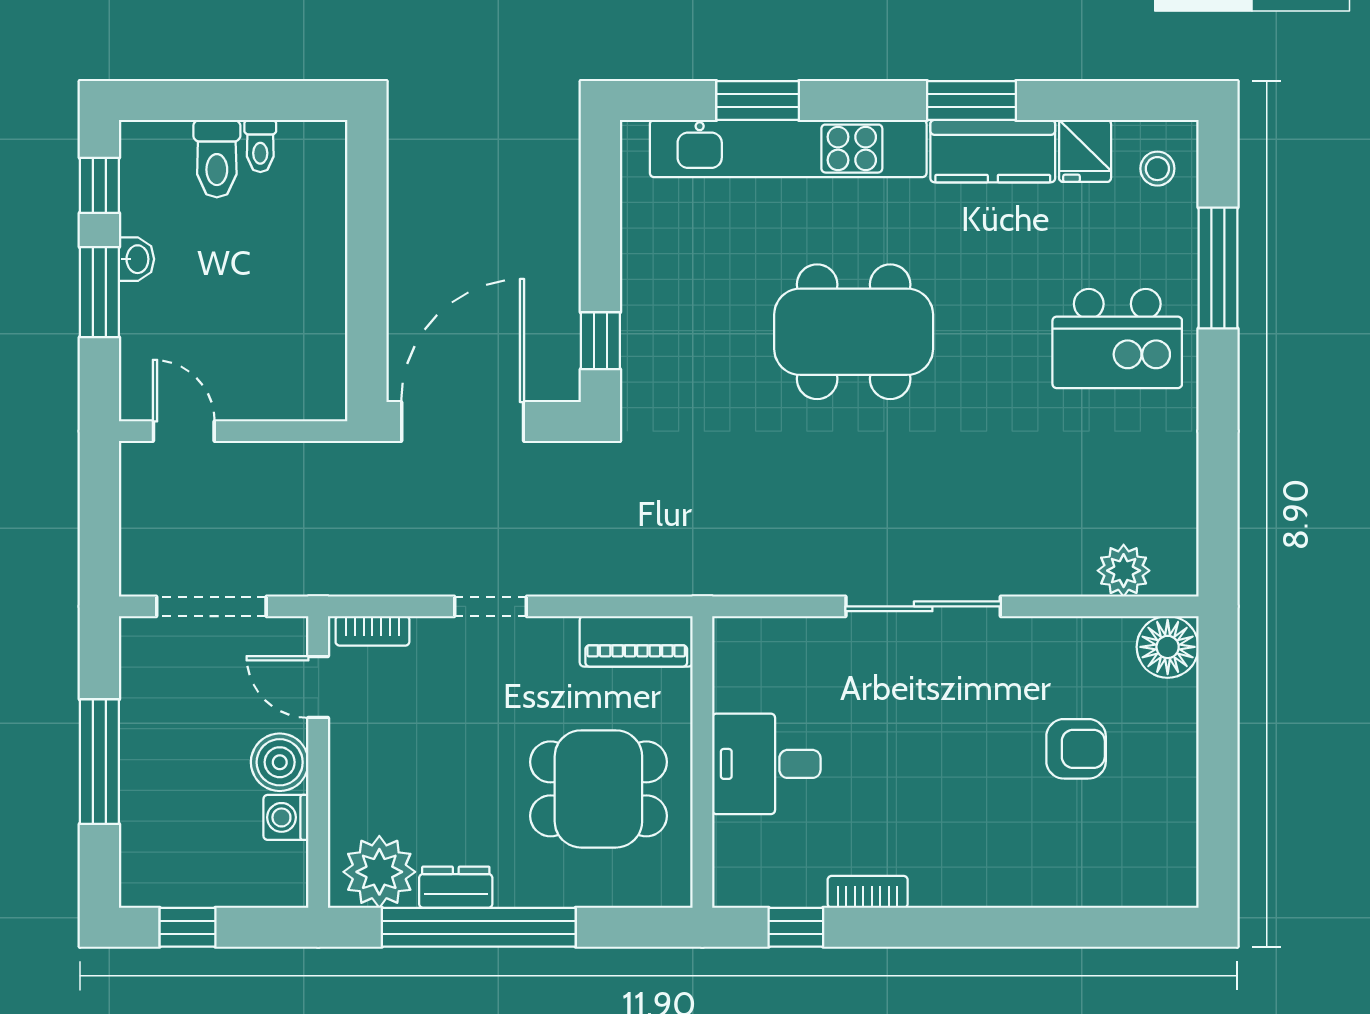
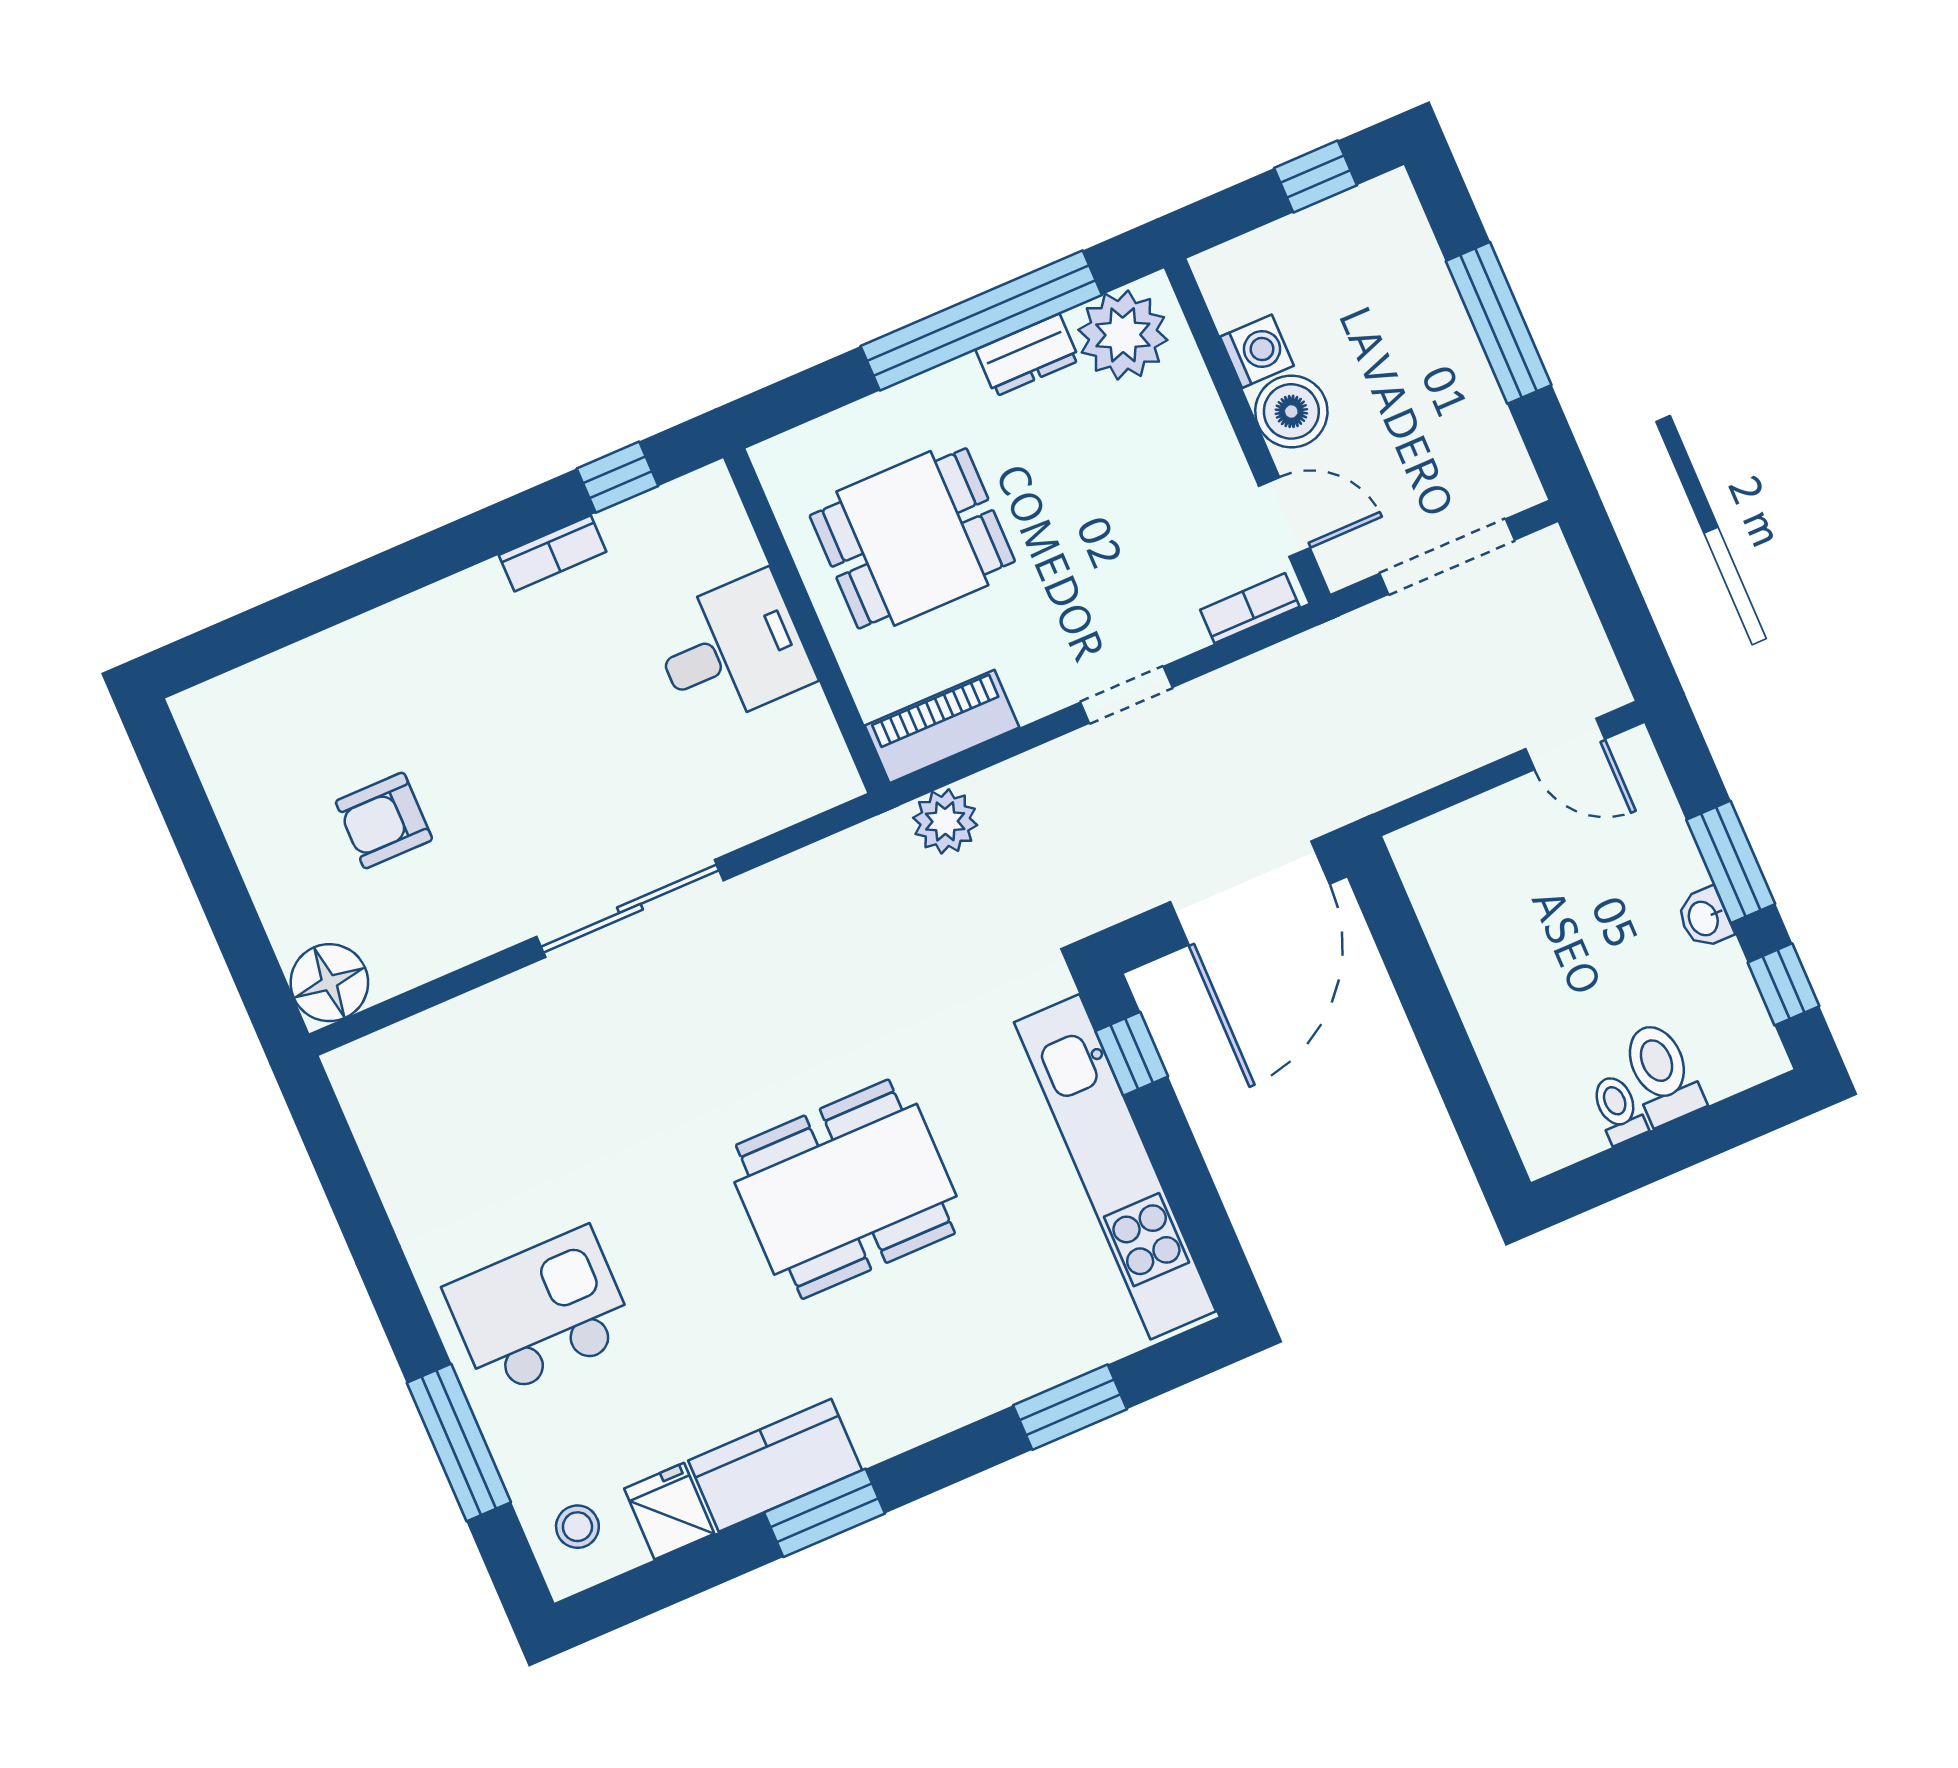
kitchen unit: (788, 149) -> (1115, 1167), moved, turned -90
plant: (1124, 571) -> (945, 821), moved

